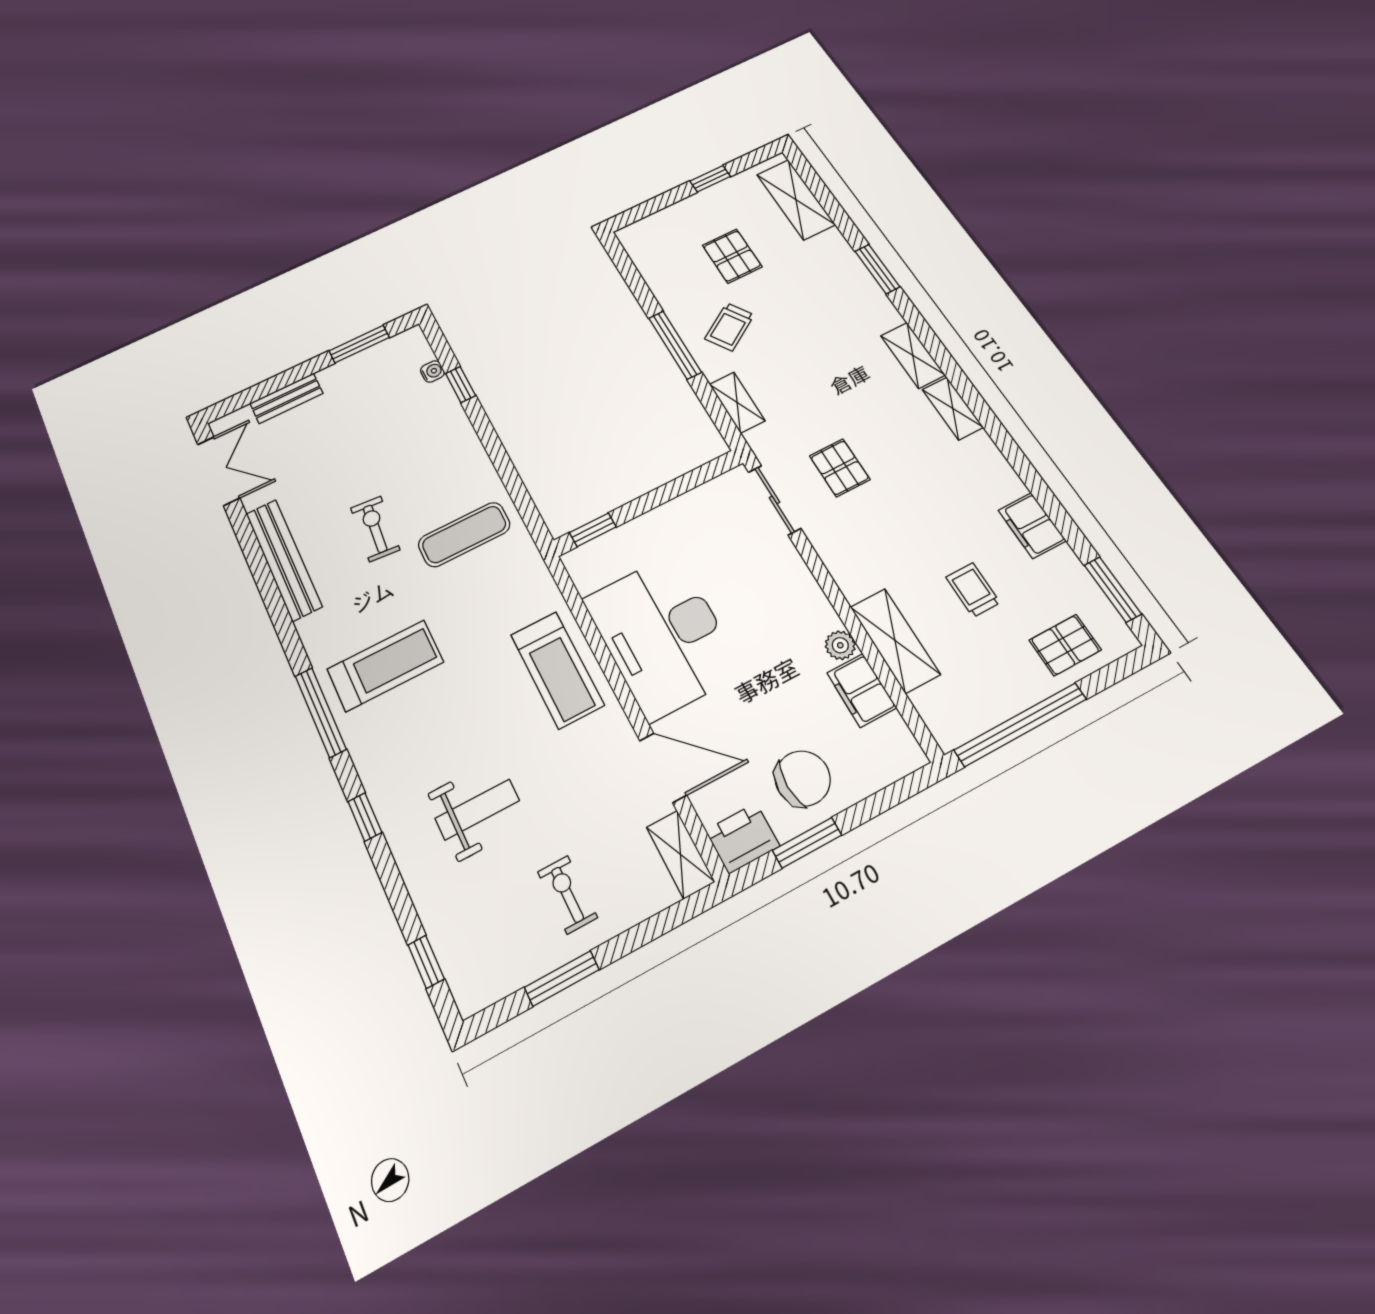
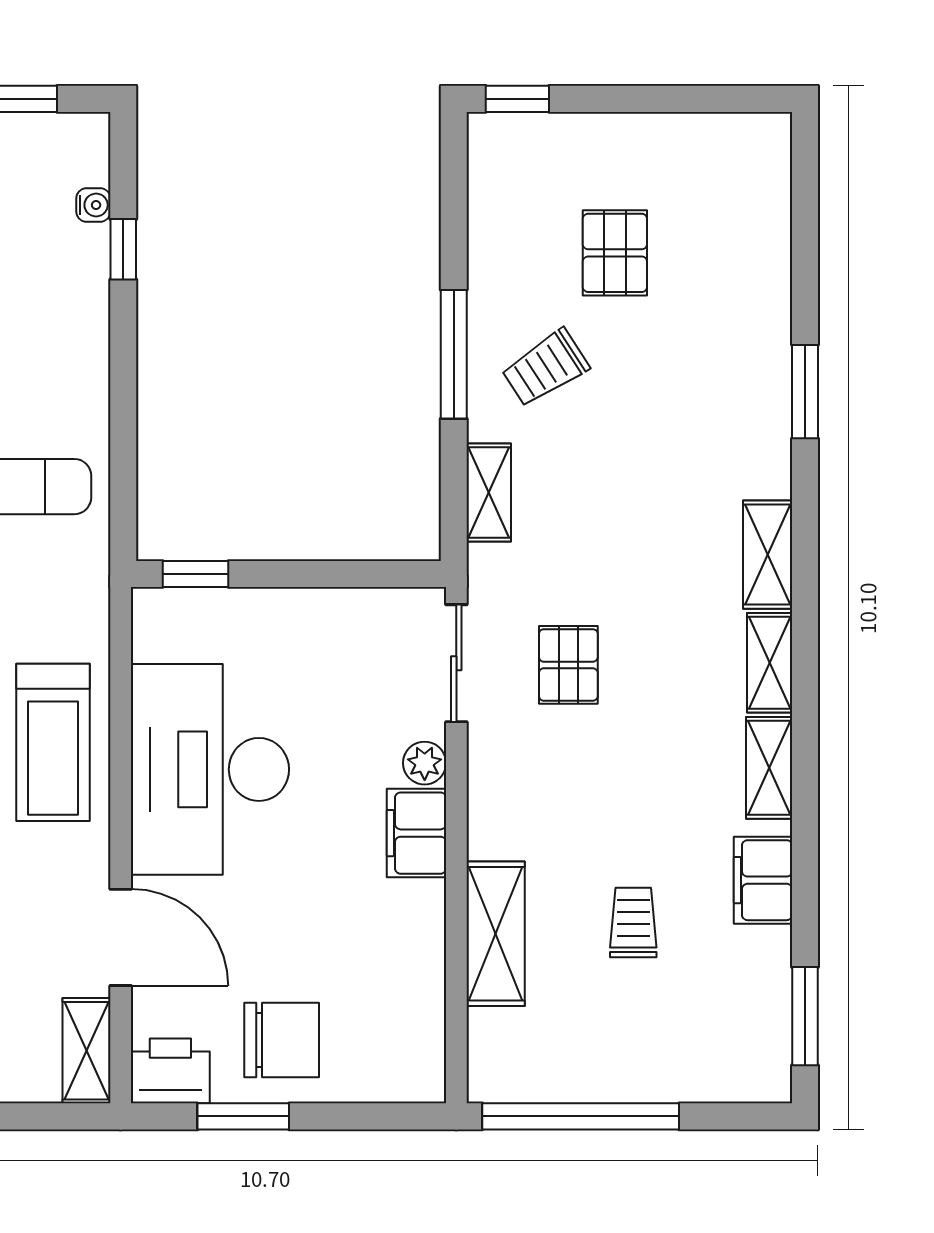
window: (710, 179) -> (517, 99), moved
shelving: (796, 200) -> (769, 768), moved, width x0.67, depth x0.75
plant: (840, 645) -> (425, 763), moved
pallet: (1065, 645) -> (699, 1052), removed
filing cabinet: (862, 690) -> (416, 833), moved

